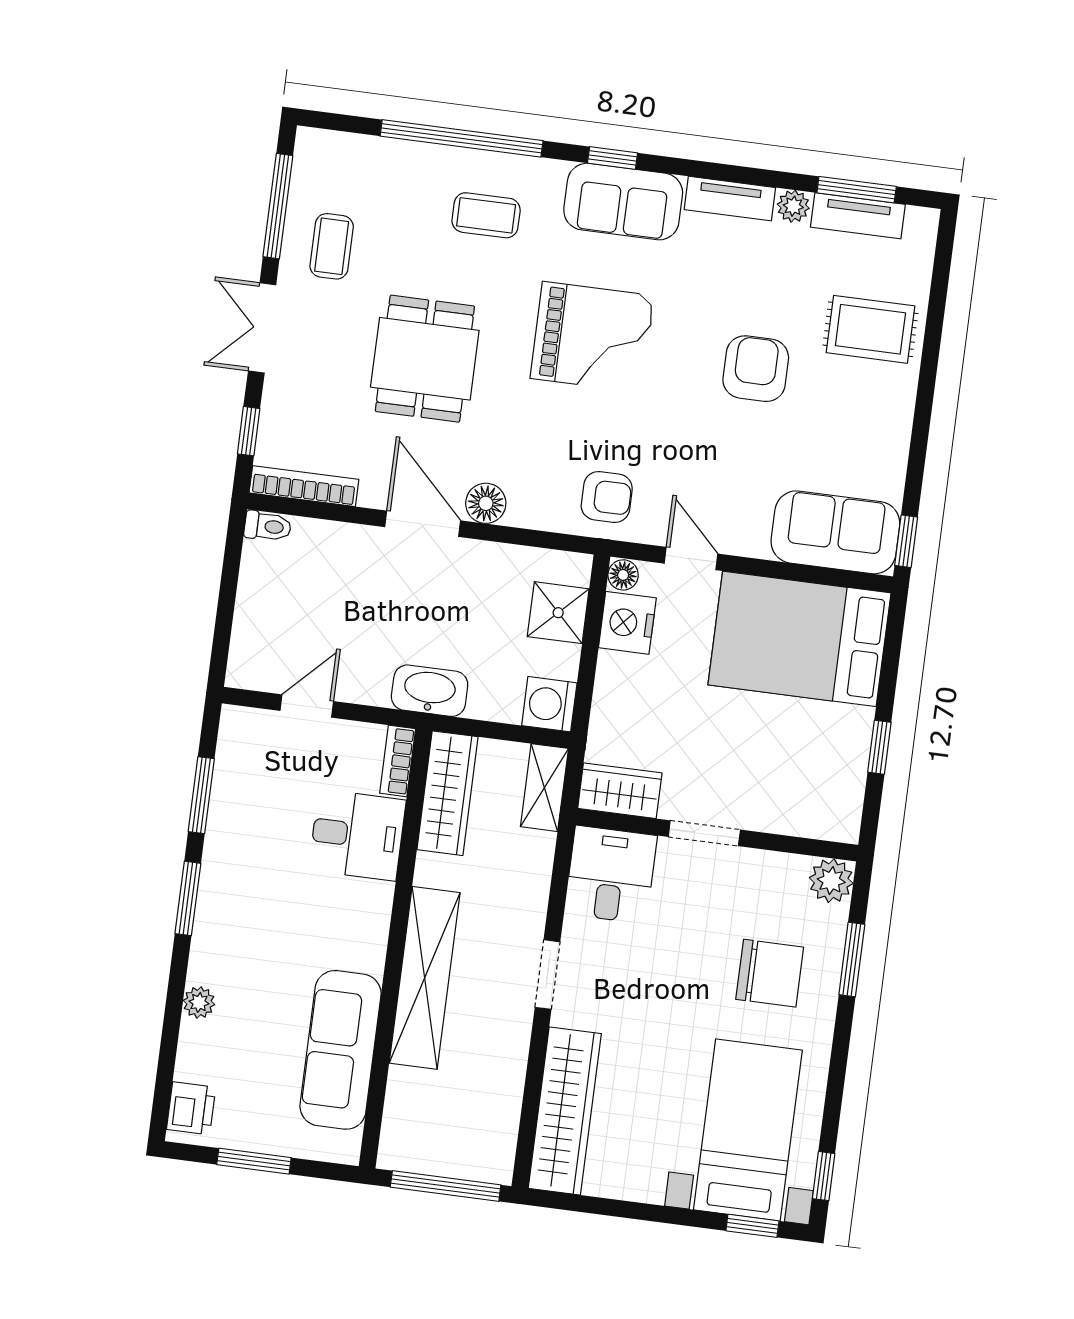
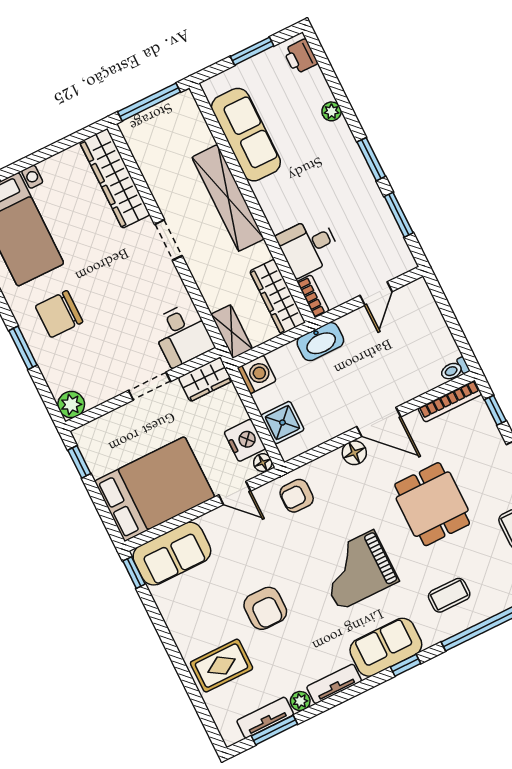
wardrobe: (620, 791) -> (205, 379), moved
doorway: (704, 833) -> (150, 386), moved
wall: (717, 835) -> (143, 389), moved
desk: (611, 875) -> (182, 335), moved
plant: (831, 881) -> (71, 405), moved

